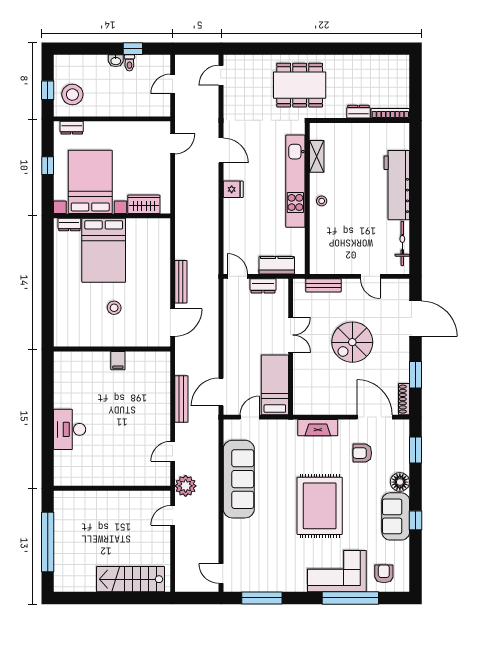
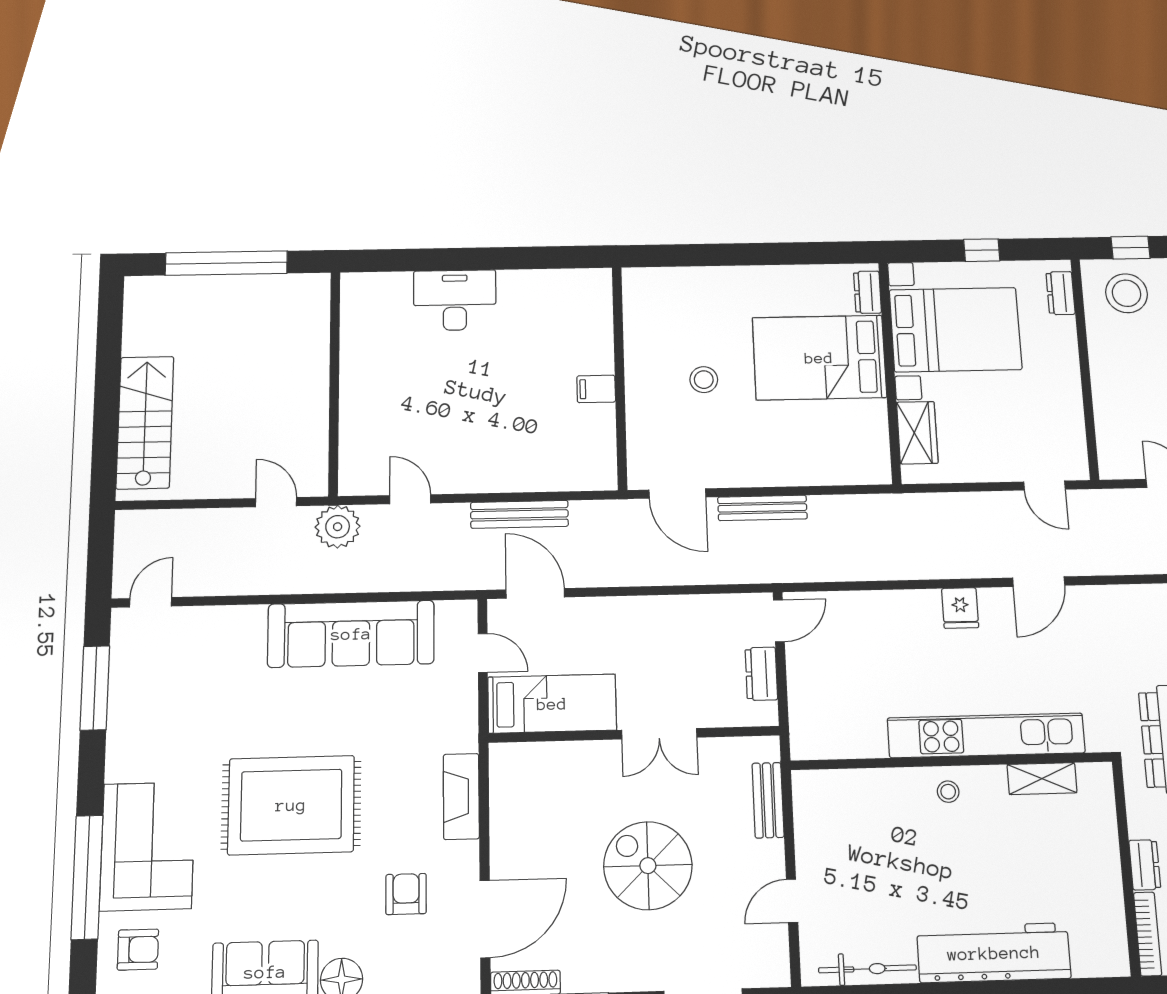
kitchen counter: (277, 265) -> (806, 701), removed

